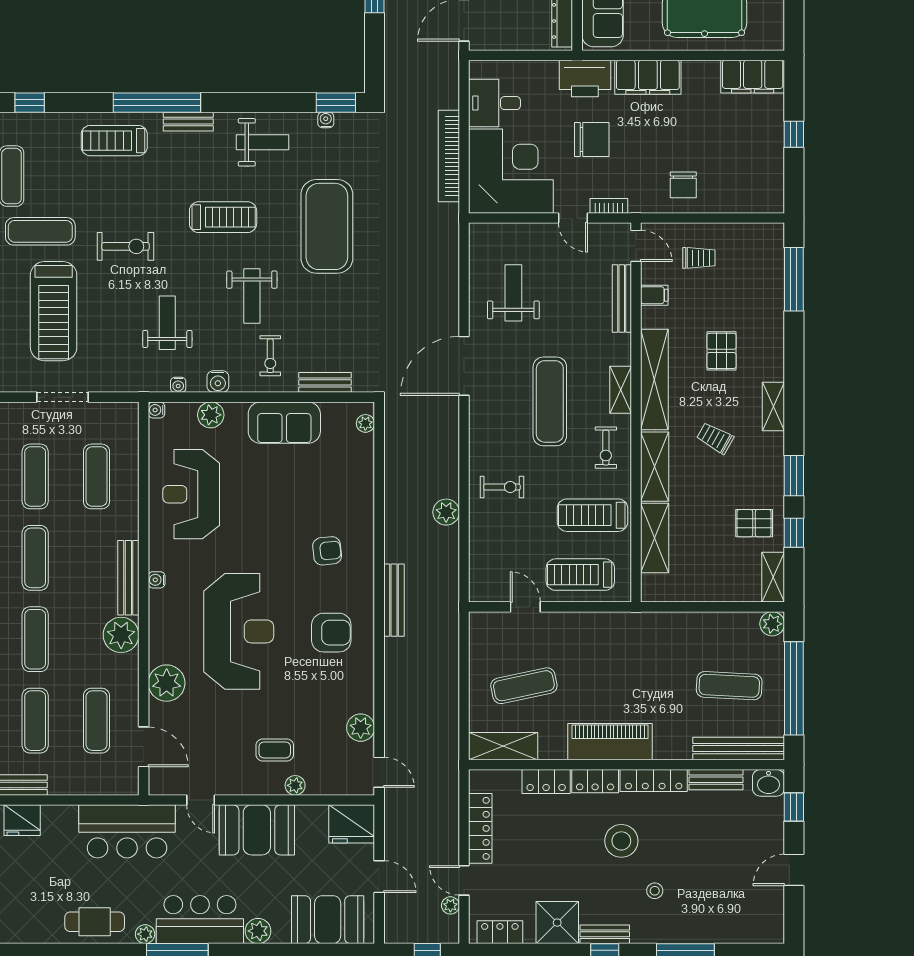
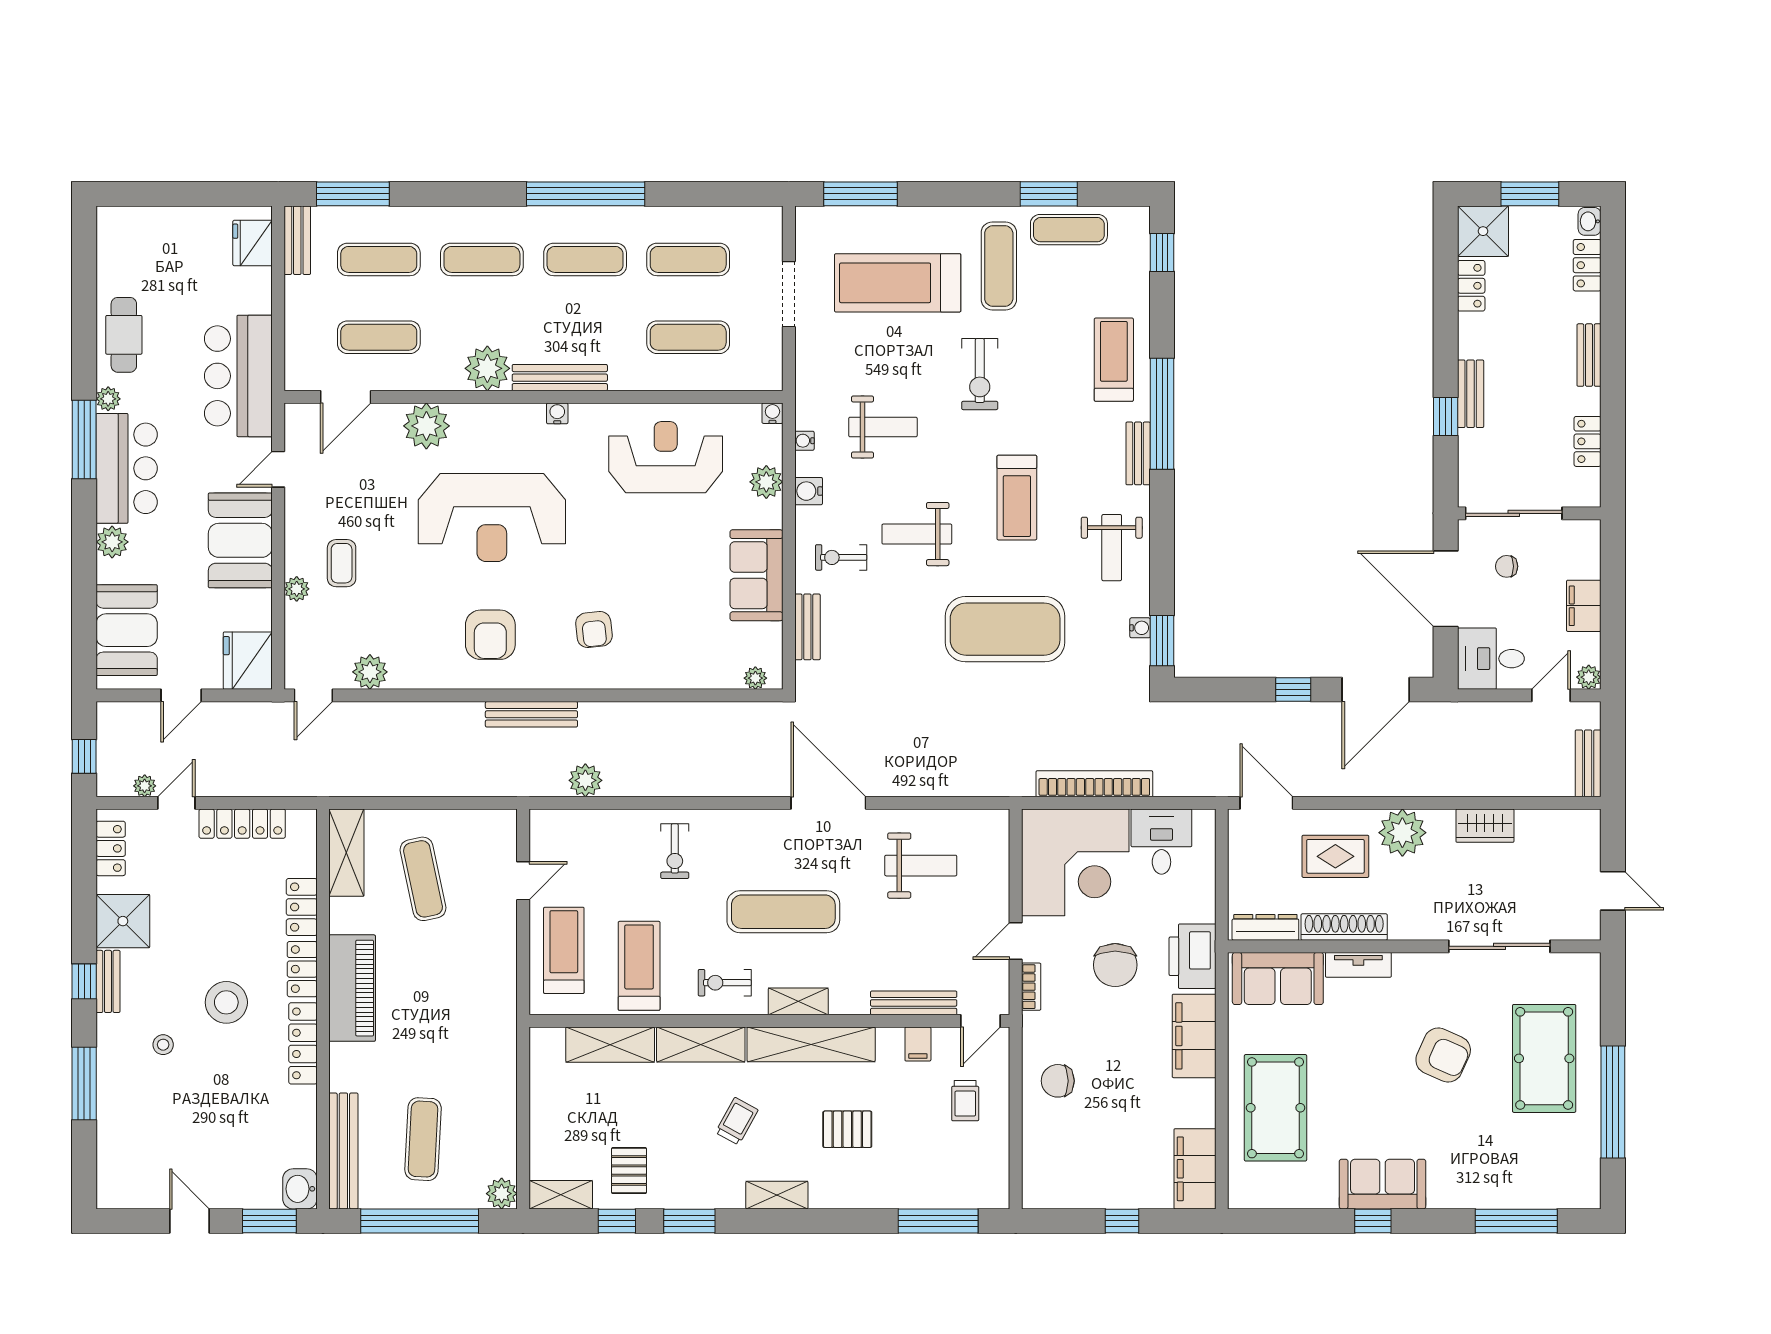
plant: (446, 512) -> (585, 780), moved
bench: (716, 780) -> (304, 1122), removed
window: (794, 807) -> (269, 1221), width x1.50

